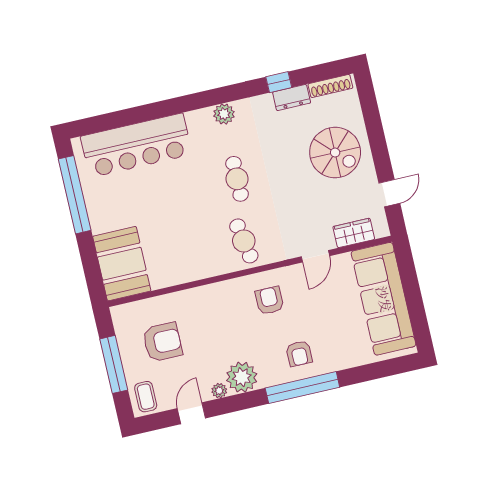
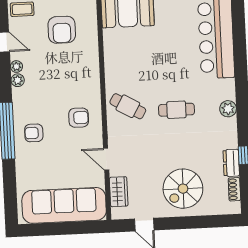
shoe rack: (330, 86) -> (234, 189), width x0.70
cafe table: (244, 241) -> (128, 106), turned 40
plant: (242, 377) -> (18, 80), width x0.53, depth x0.53

